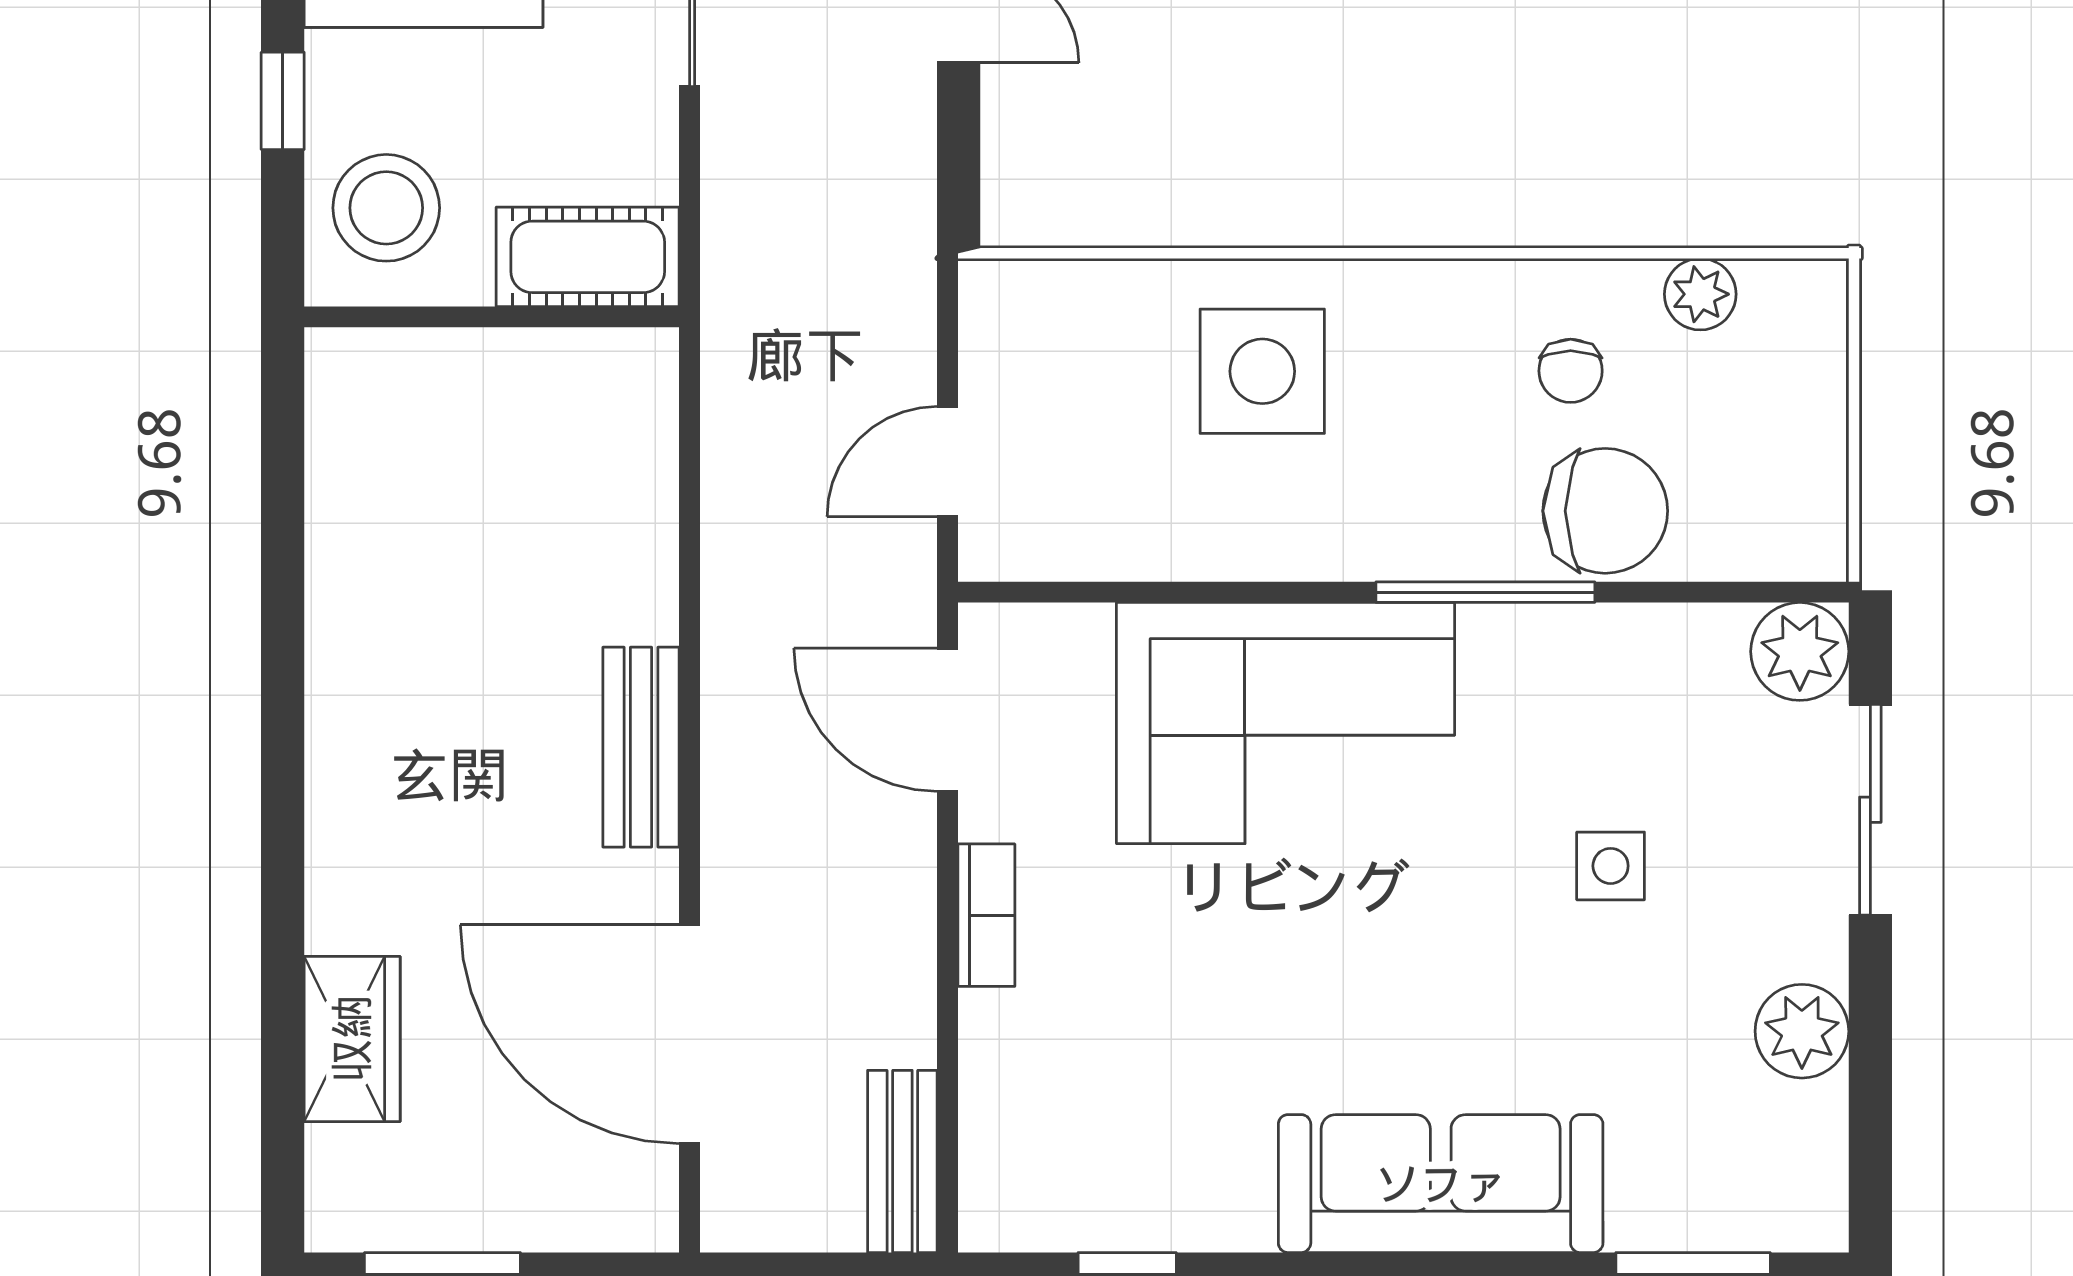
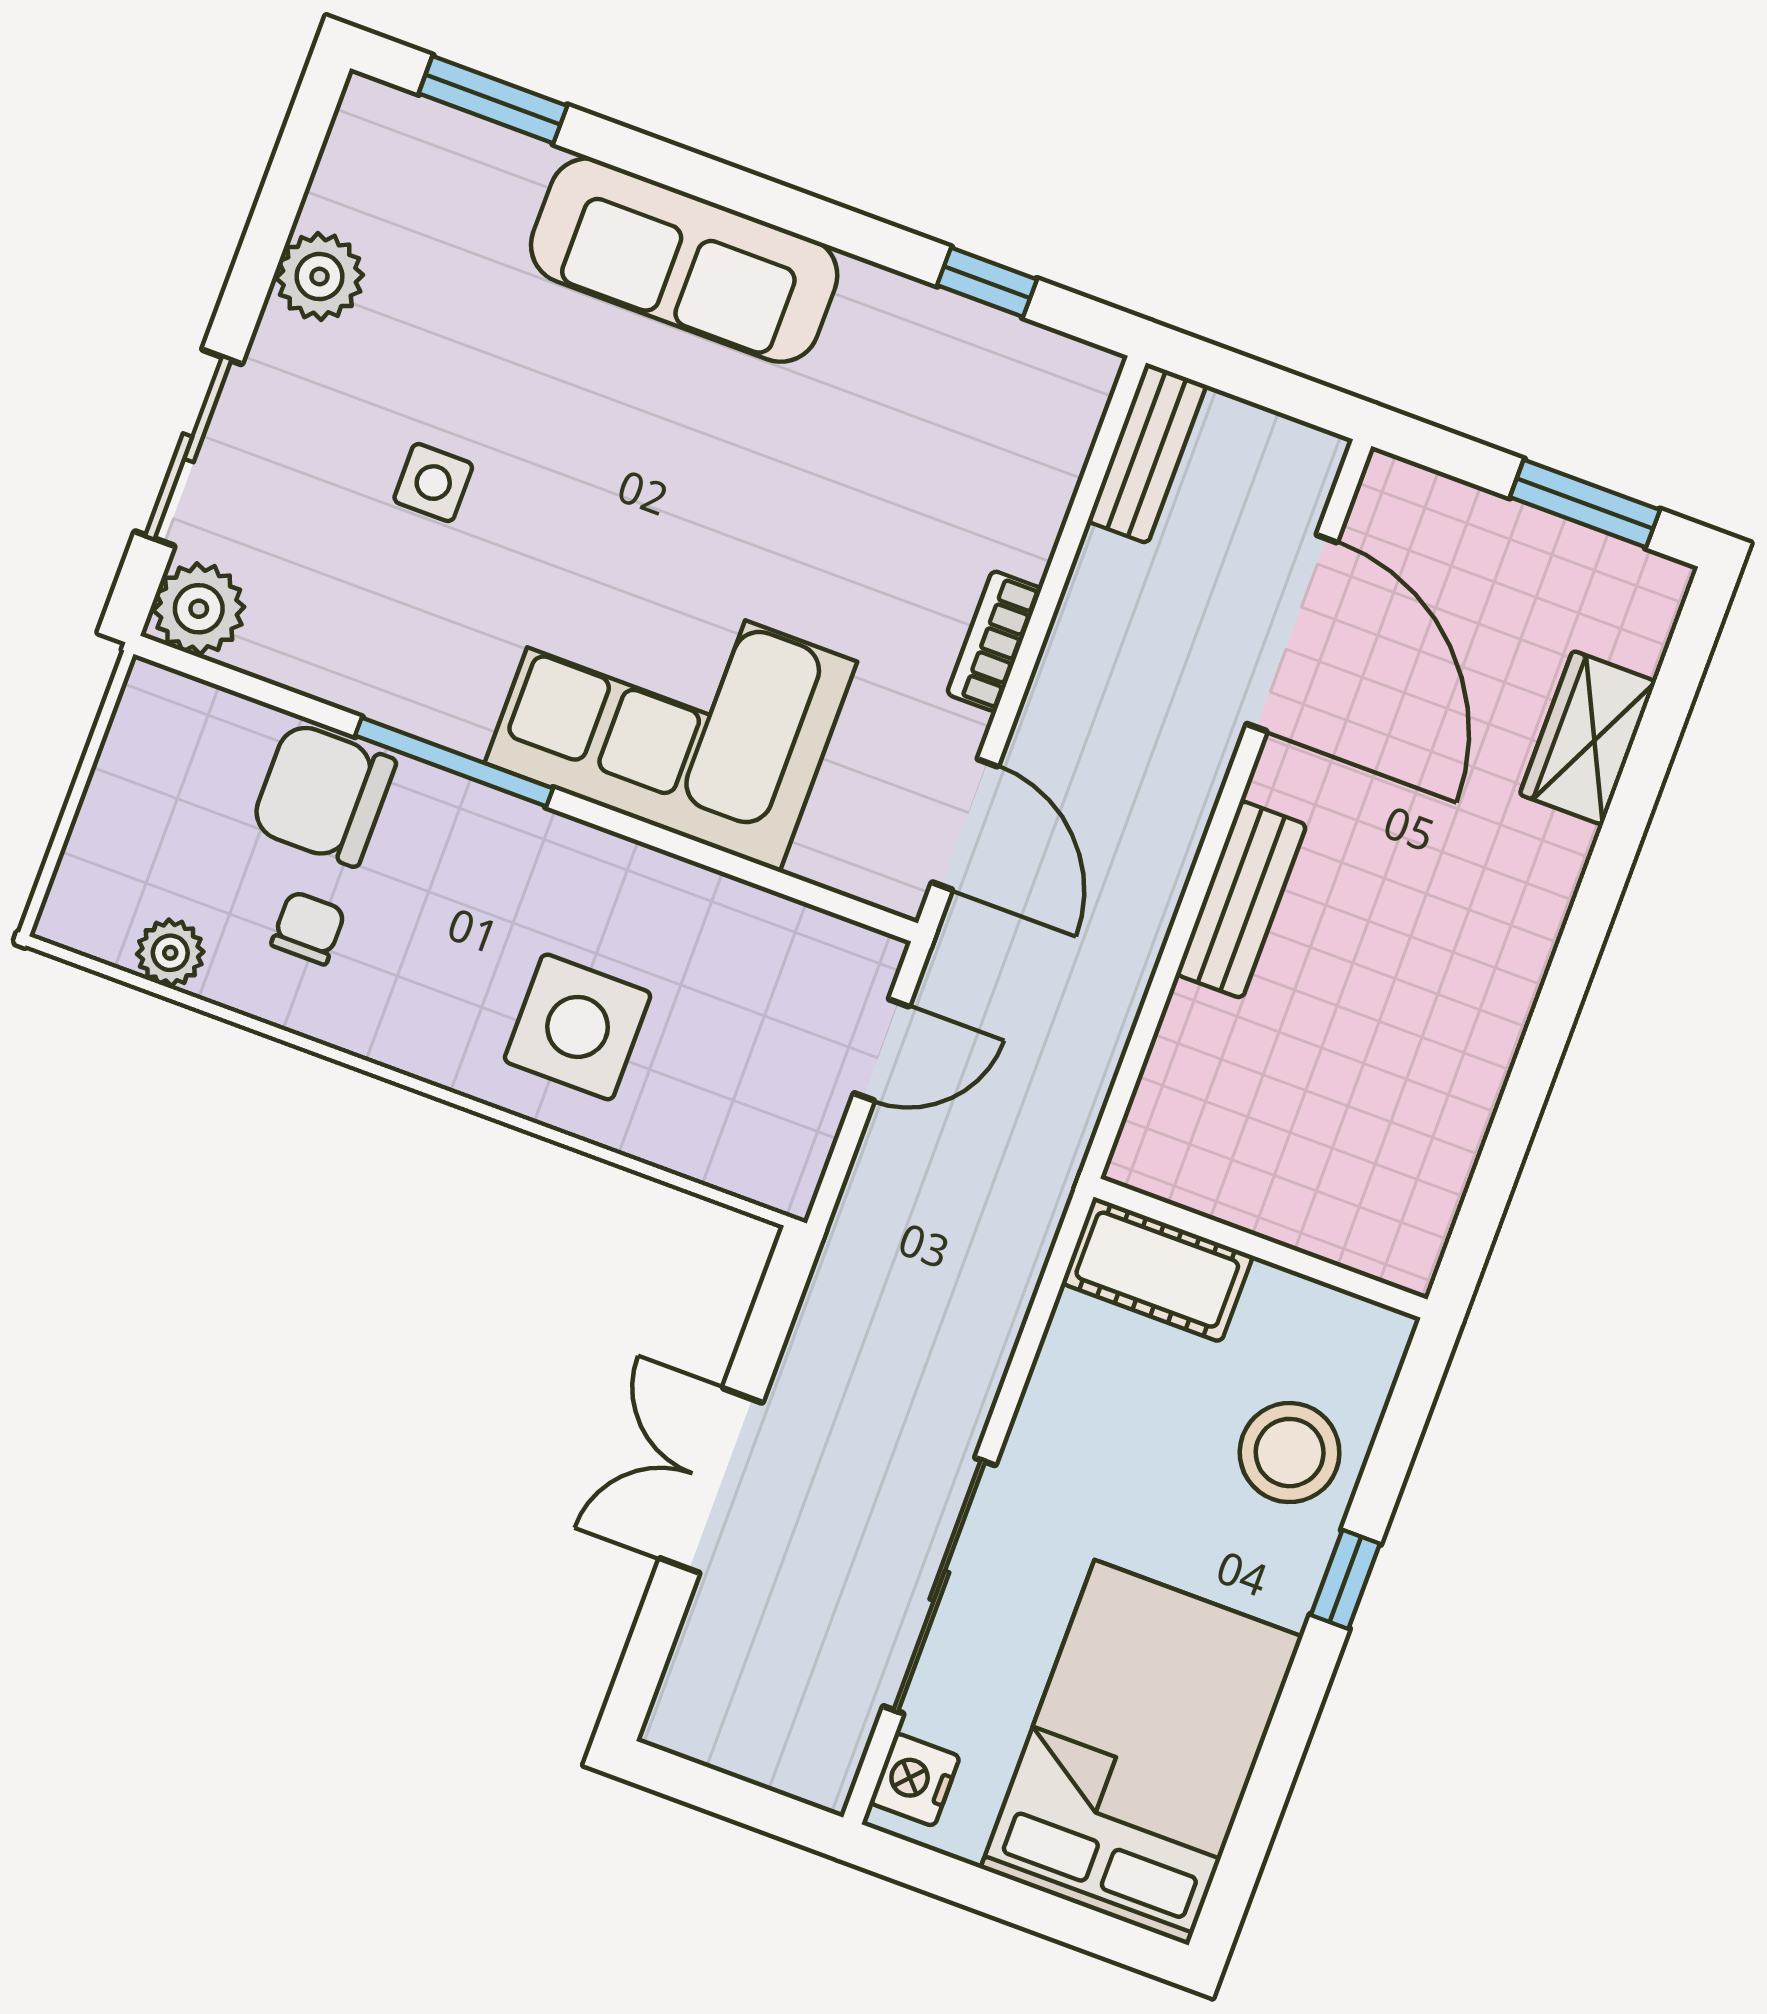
cot: (588, 257) -> (1157, 1270), moved
wall: (492, 317) -> (1260, 1248), moved

